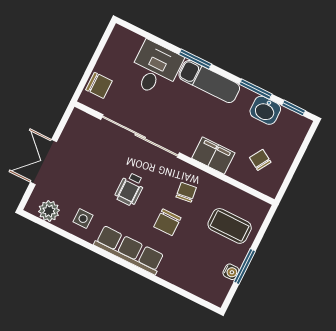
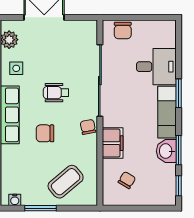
washbasin: (265, 110) -> (166, 151), moved
chair: (186, 192) -> (88, 127), moved, turned -94
coffee table: (230, 226) -> (66, 182), turned 50
water cooler: (231, 272) -> (15, 200), moved

